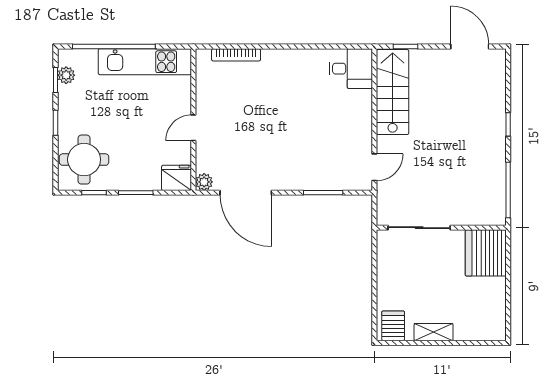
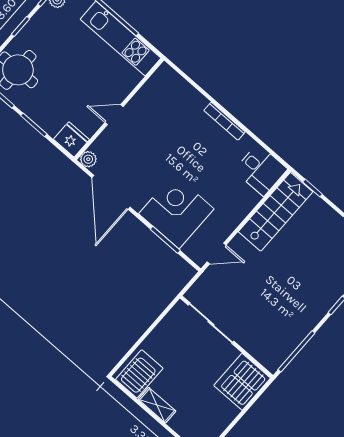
bookcase: (236, 55) -> (225, 121), moved
corner desk: (312, 162) -> (176, 211), added
server rack: (393, 326) -> (139, 374), width x1.36, depth x1.44

